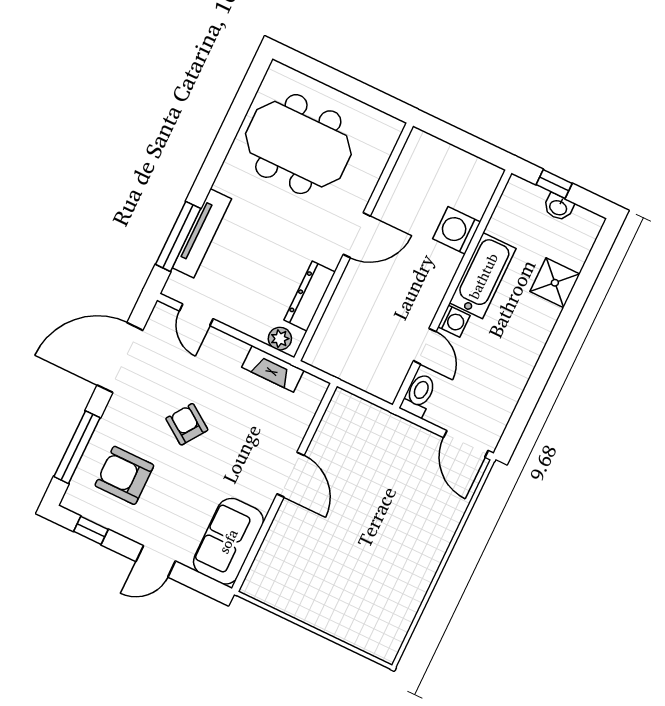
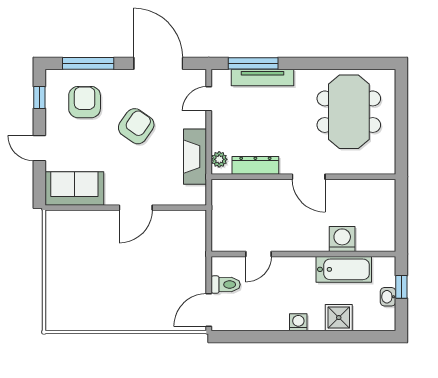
bathtub: (483, 276) -> (344, 269), moved
washing machine: (454, 321) -> (298, 322), moved, turned 180
fireplace: (273, 369) -> (195, 157), width x1.37, depth x1.32
toilet: (419, 395) -> (226, 285), moved
armchair: (187, 424) -> (136, 126), width x1.38, depth x1.38

